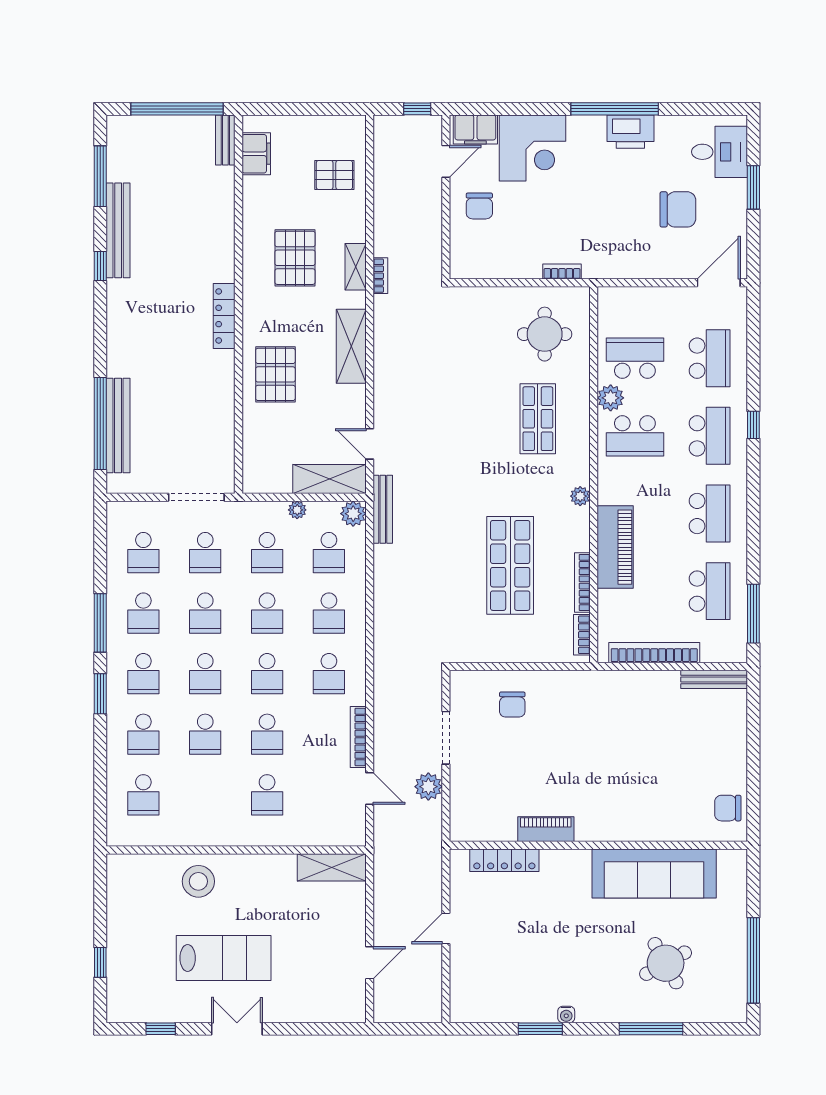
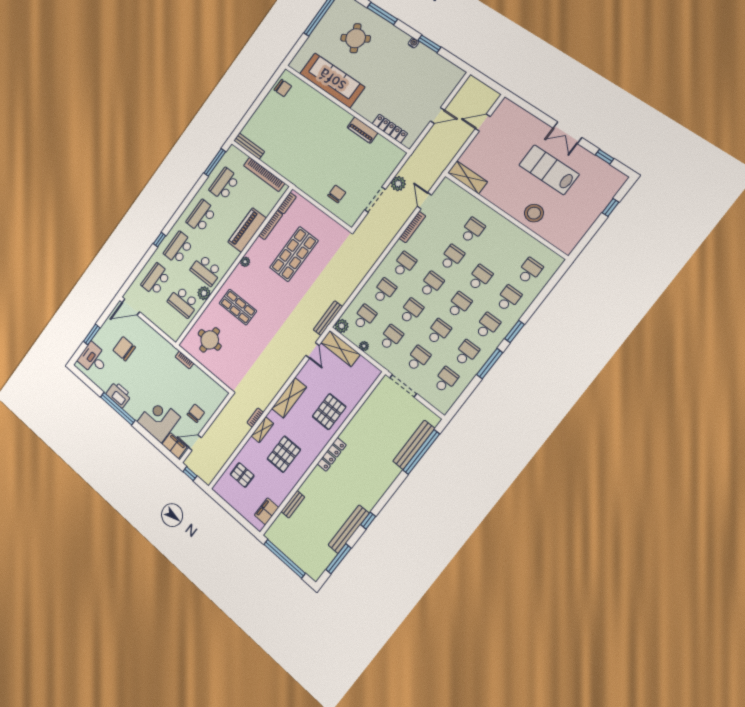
bench: (225, 140) -> (293, 504), moved
shop shelf: (538, 419) -> (238, 307), turned 90
school desk: (635, 436) -> (206, 270), turned 180

